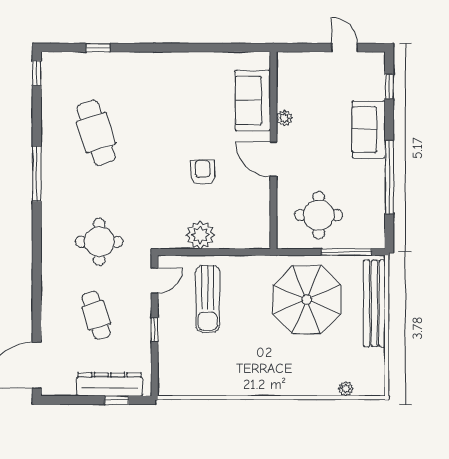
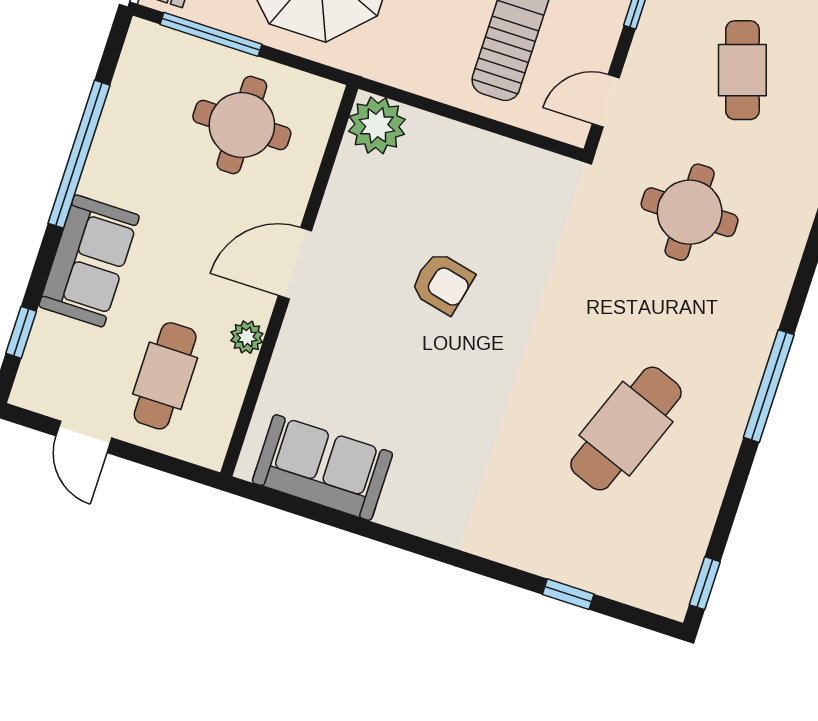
cafe table: (316, 88) -> (165, 376), added
sofa: (253, 101) -> (322, 468), moved, turned -90
cafe table: (96, 133) -> (626, 429), turned 39
door: (273, 159) -> (295, 263), swing flipped
armchair: (203, 172) -> (442, 283), turned -76
plant: (200, 235) -> (377, 125), moved

